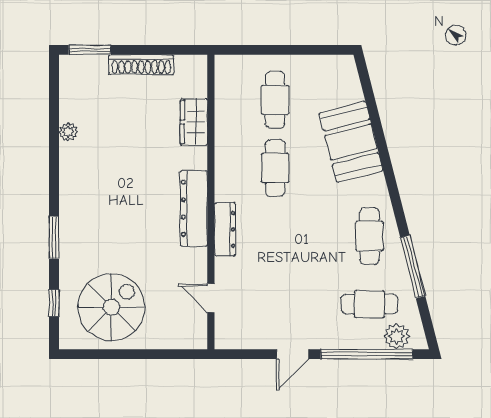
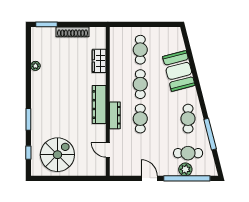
cafe table: (275, 236) -> (140, 119), added
plant: (397, 336) -> (185, 169), moved
door: (293, 354) -> (149, 178), swing flipped

